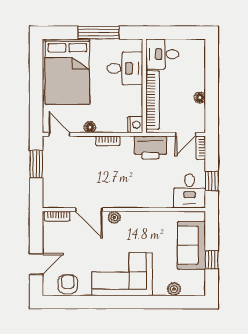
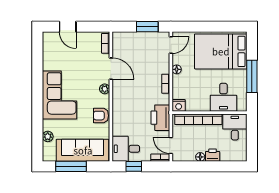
printer: (197, 82) -> (213, 155), added
door: (89, 210) -> (111, 69), swing flipped
sofa: (191, 245) -> (83, 150), width x1.36
window: (212, 260) -> (71, 166), width x2.17
armchair: (68, 284) -> (101, 116), moved, turned 180

